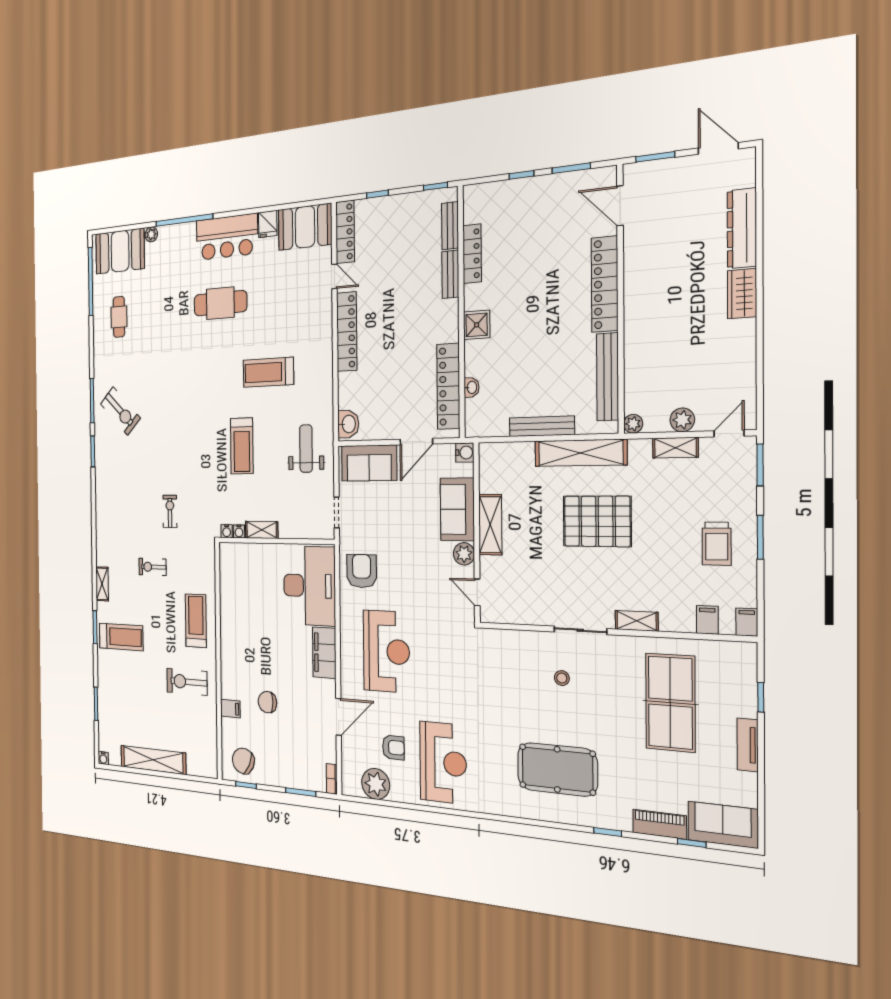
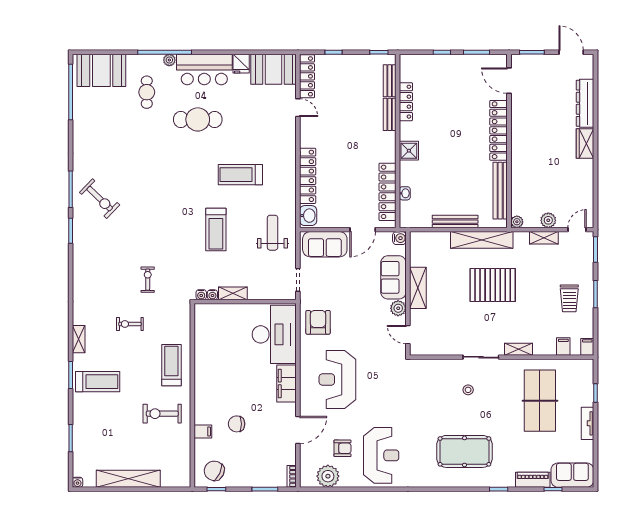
plant: (151, 234) -> (169, 60), moved
cafe table: (119, 317) -> (147, 92), moved
locker: (347, 332) -> (308, 176), moved
reception desk: (386, 651) -> (337, 380), turned 180

